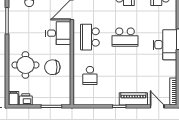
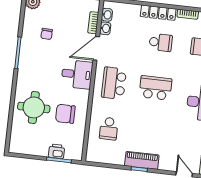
school desk: (125, 37) -> (155, 88), turned 180
filing cabinet: (13, 98) -> (15, 145), removed
printer: (26, 99) -> (56, 151), moved
piano: (133, 99) -> (142, 160), moved

